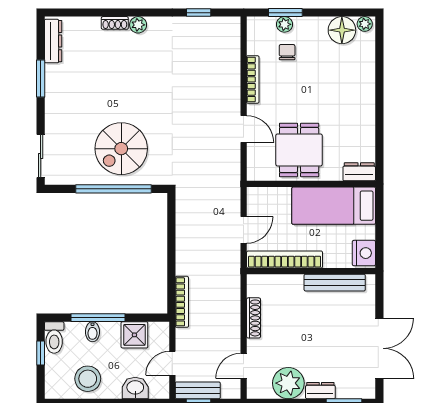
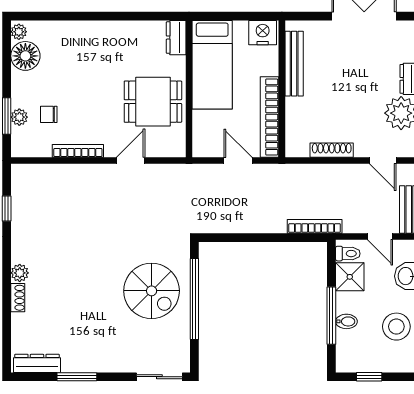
toilet: (54, 337) -> (348, 254), moved, width x0.73, depth x0.72

